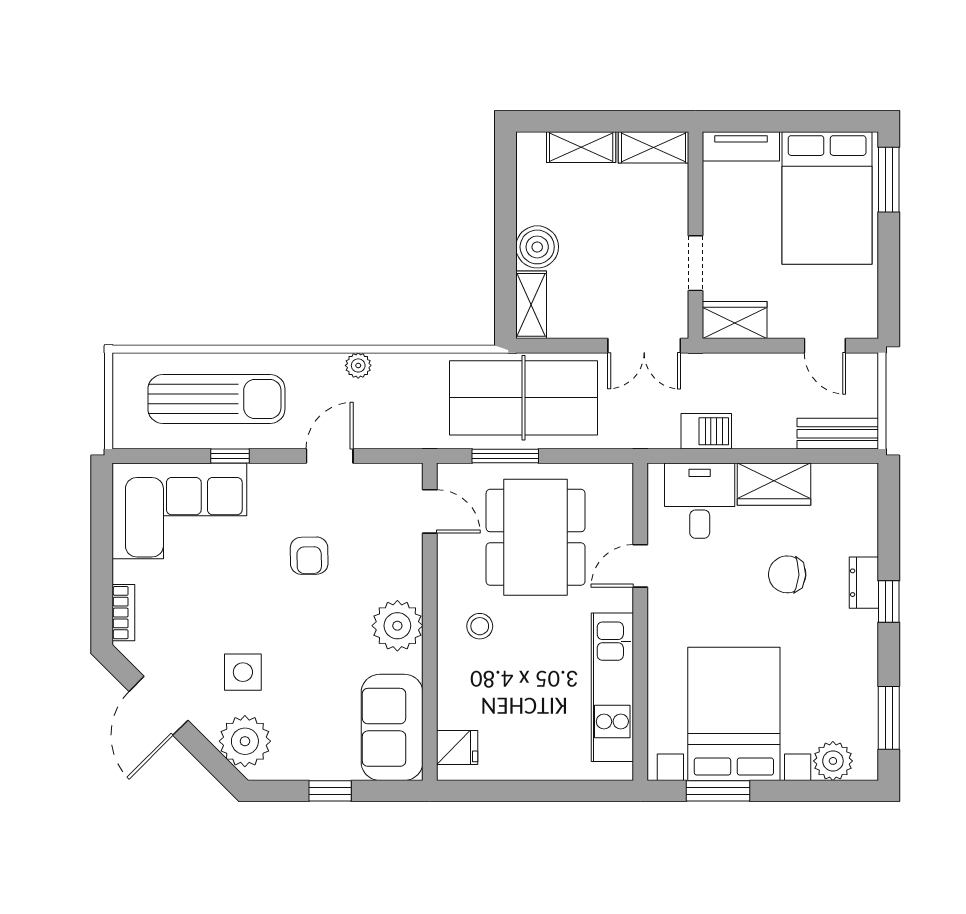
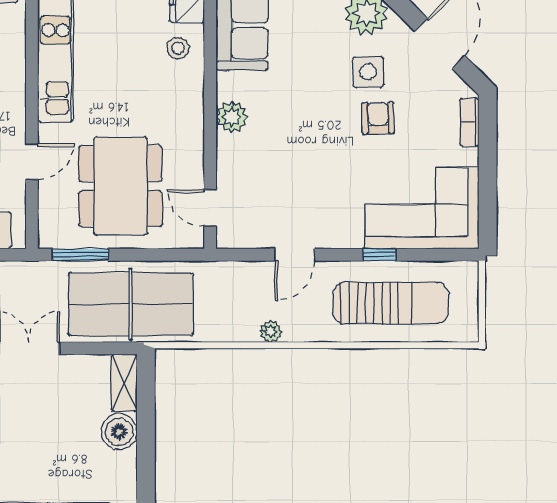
sun lounger: (216, 399) -> (391, 303), turned 180
window: (505, 456) -> (80, 255), moved
armchair: (309, 556) -> (378, 118), moved
plant: (397, 626) -> (232, 117), width x0.73, depth x0.73
stool: (480, 626) -> (178, 48), moved

